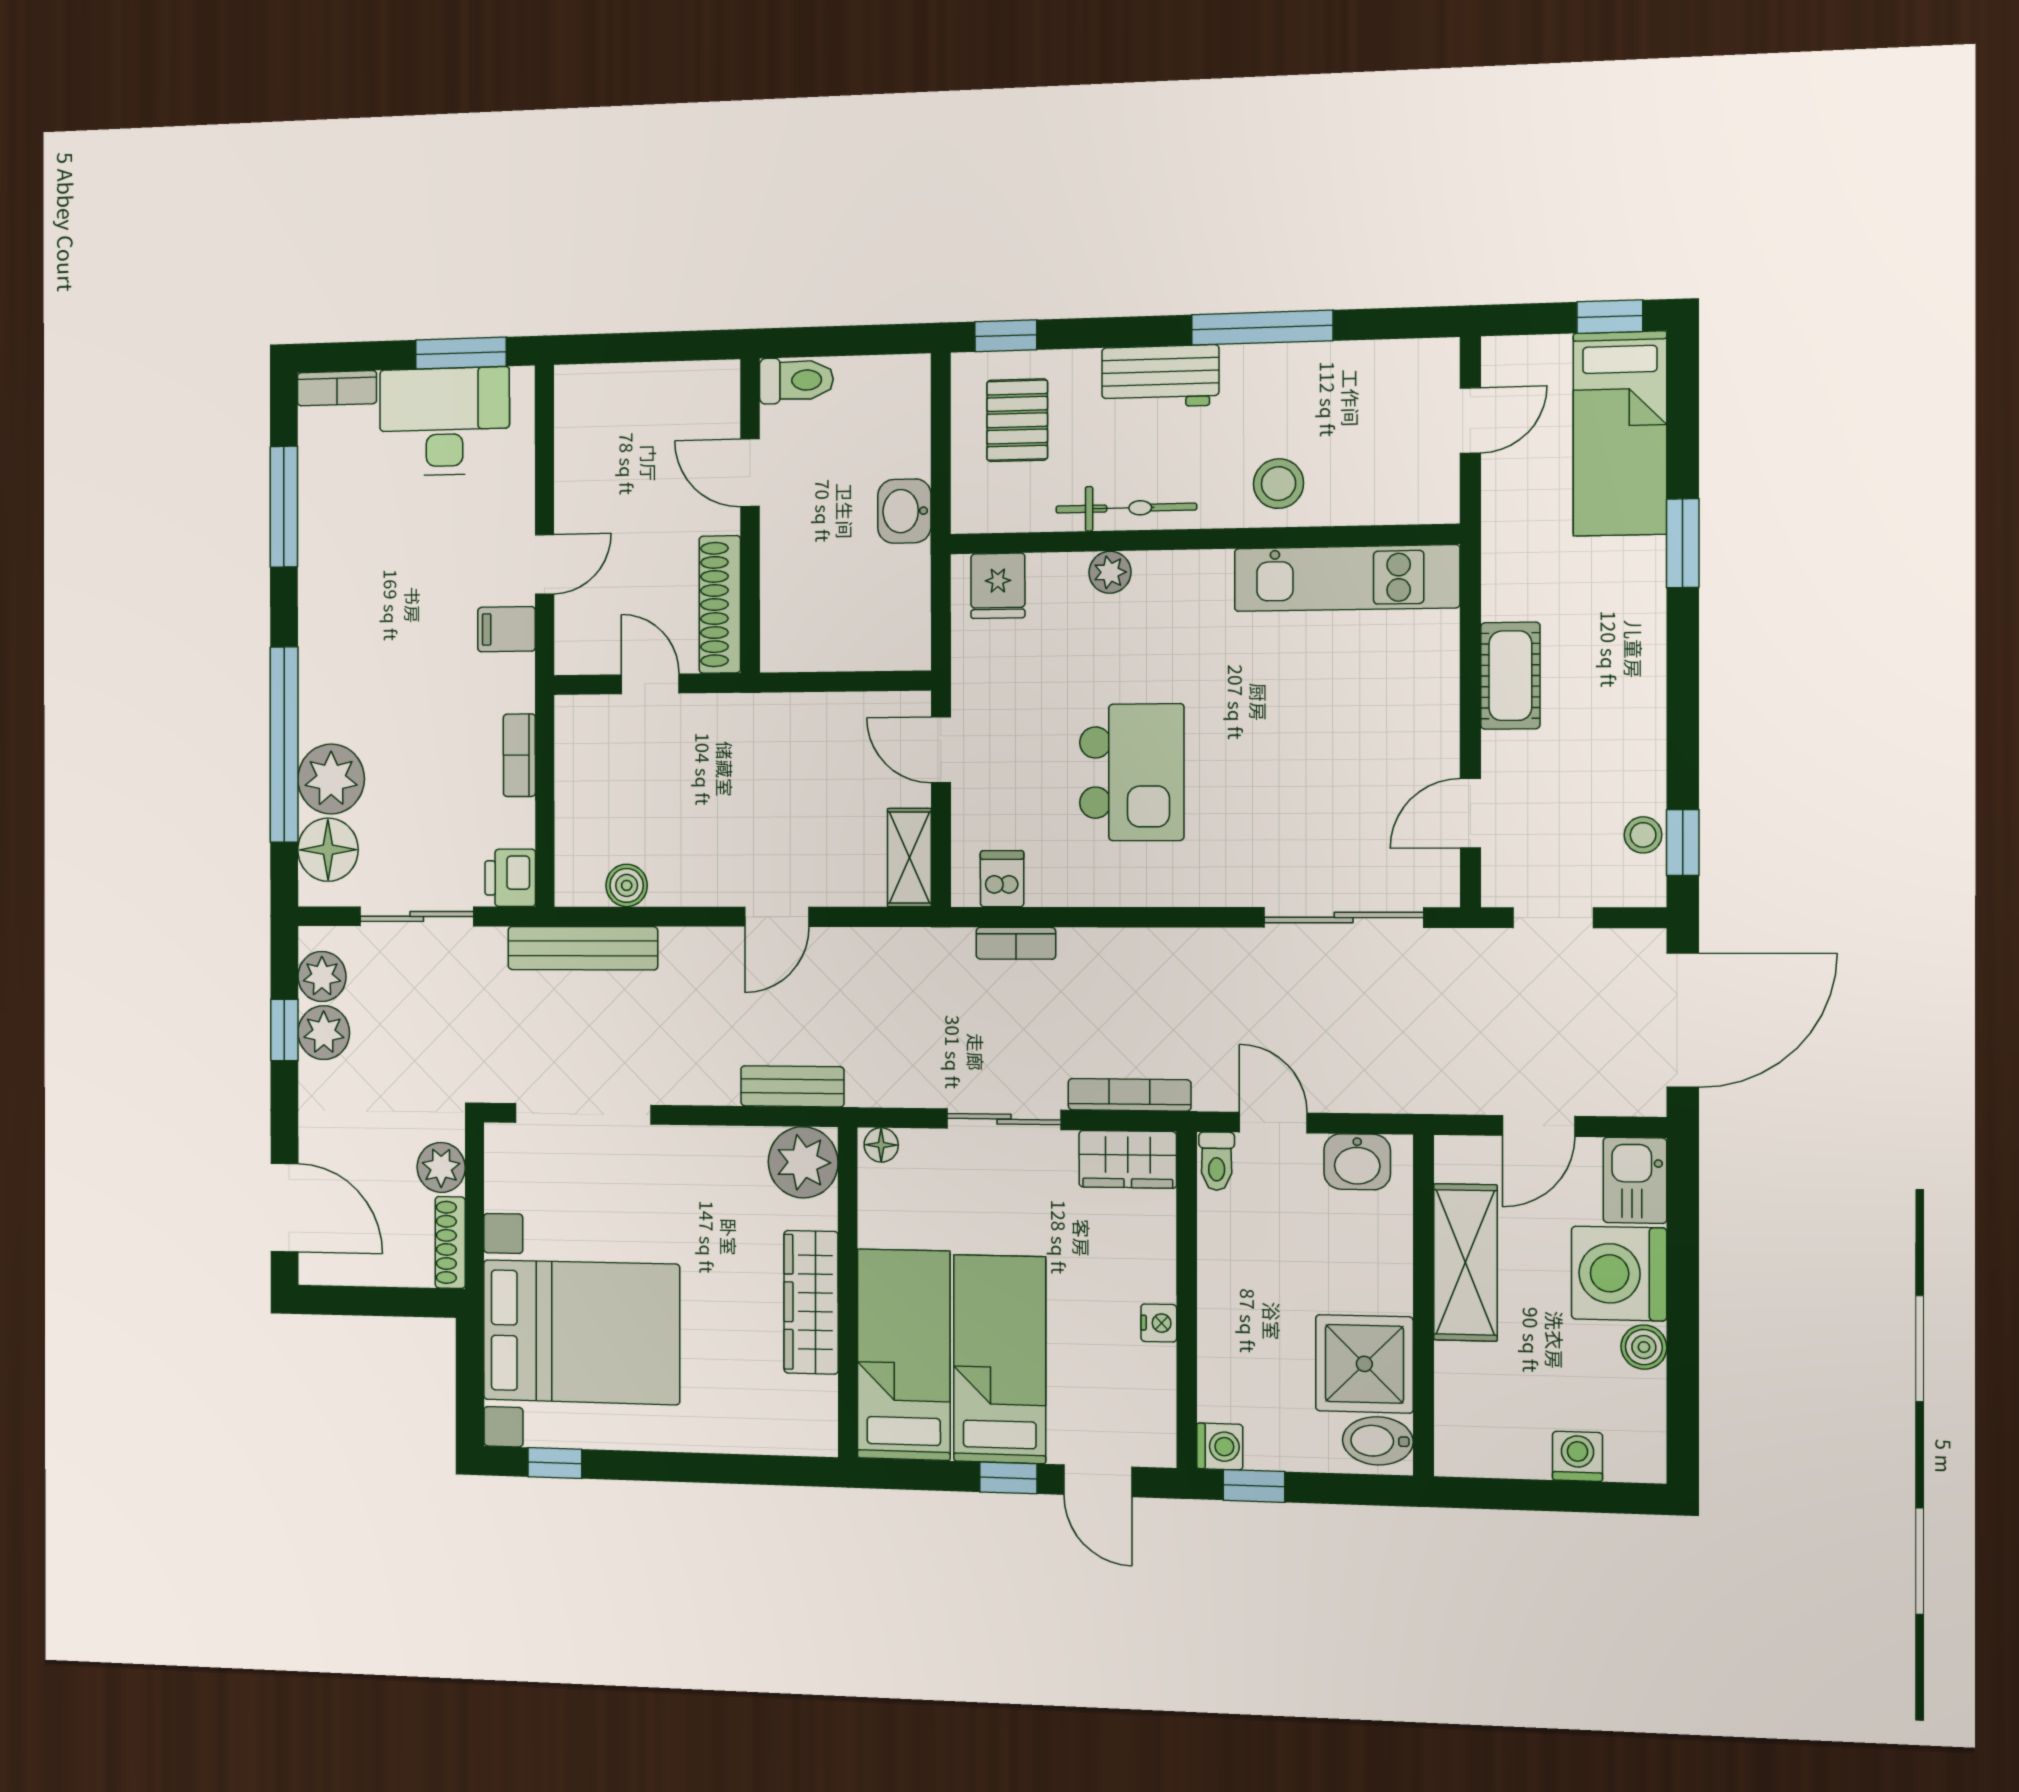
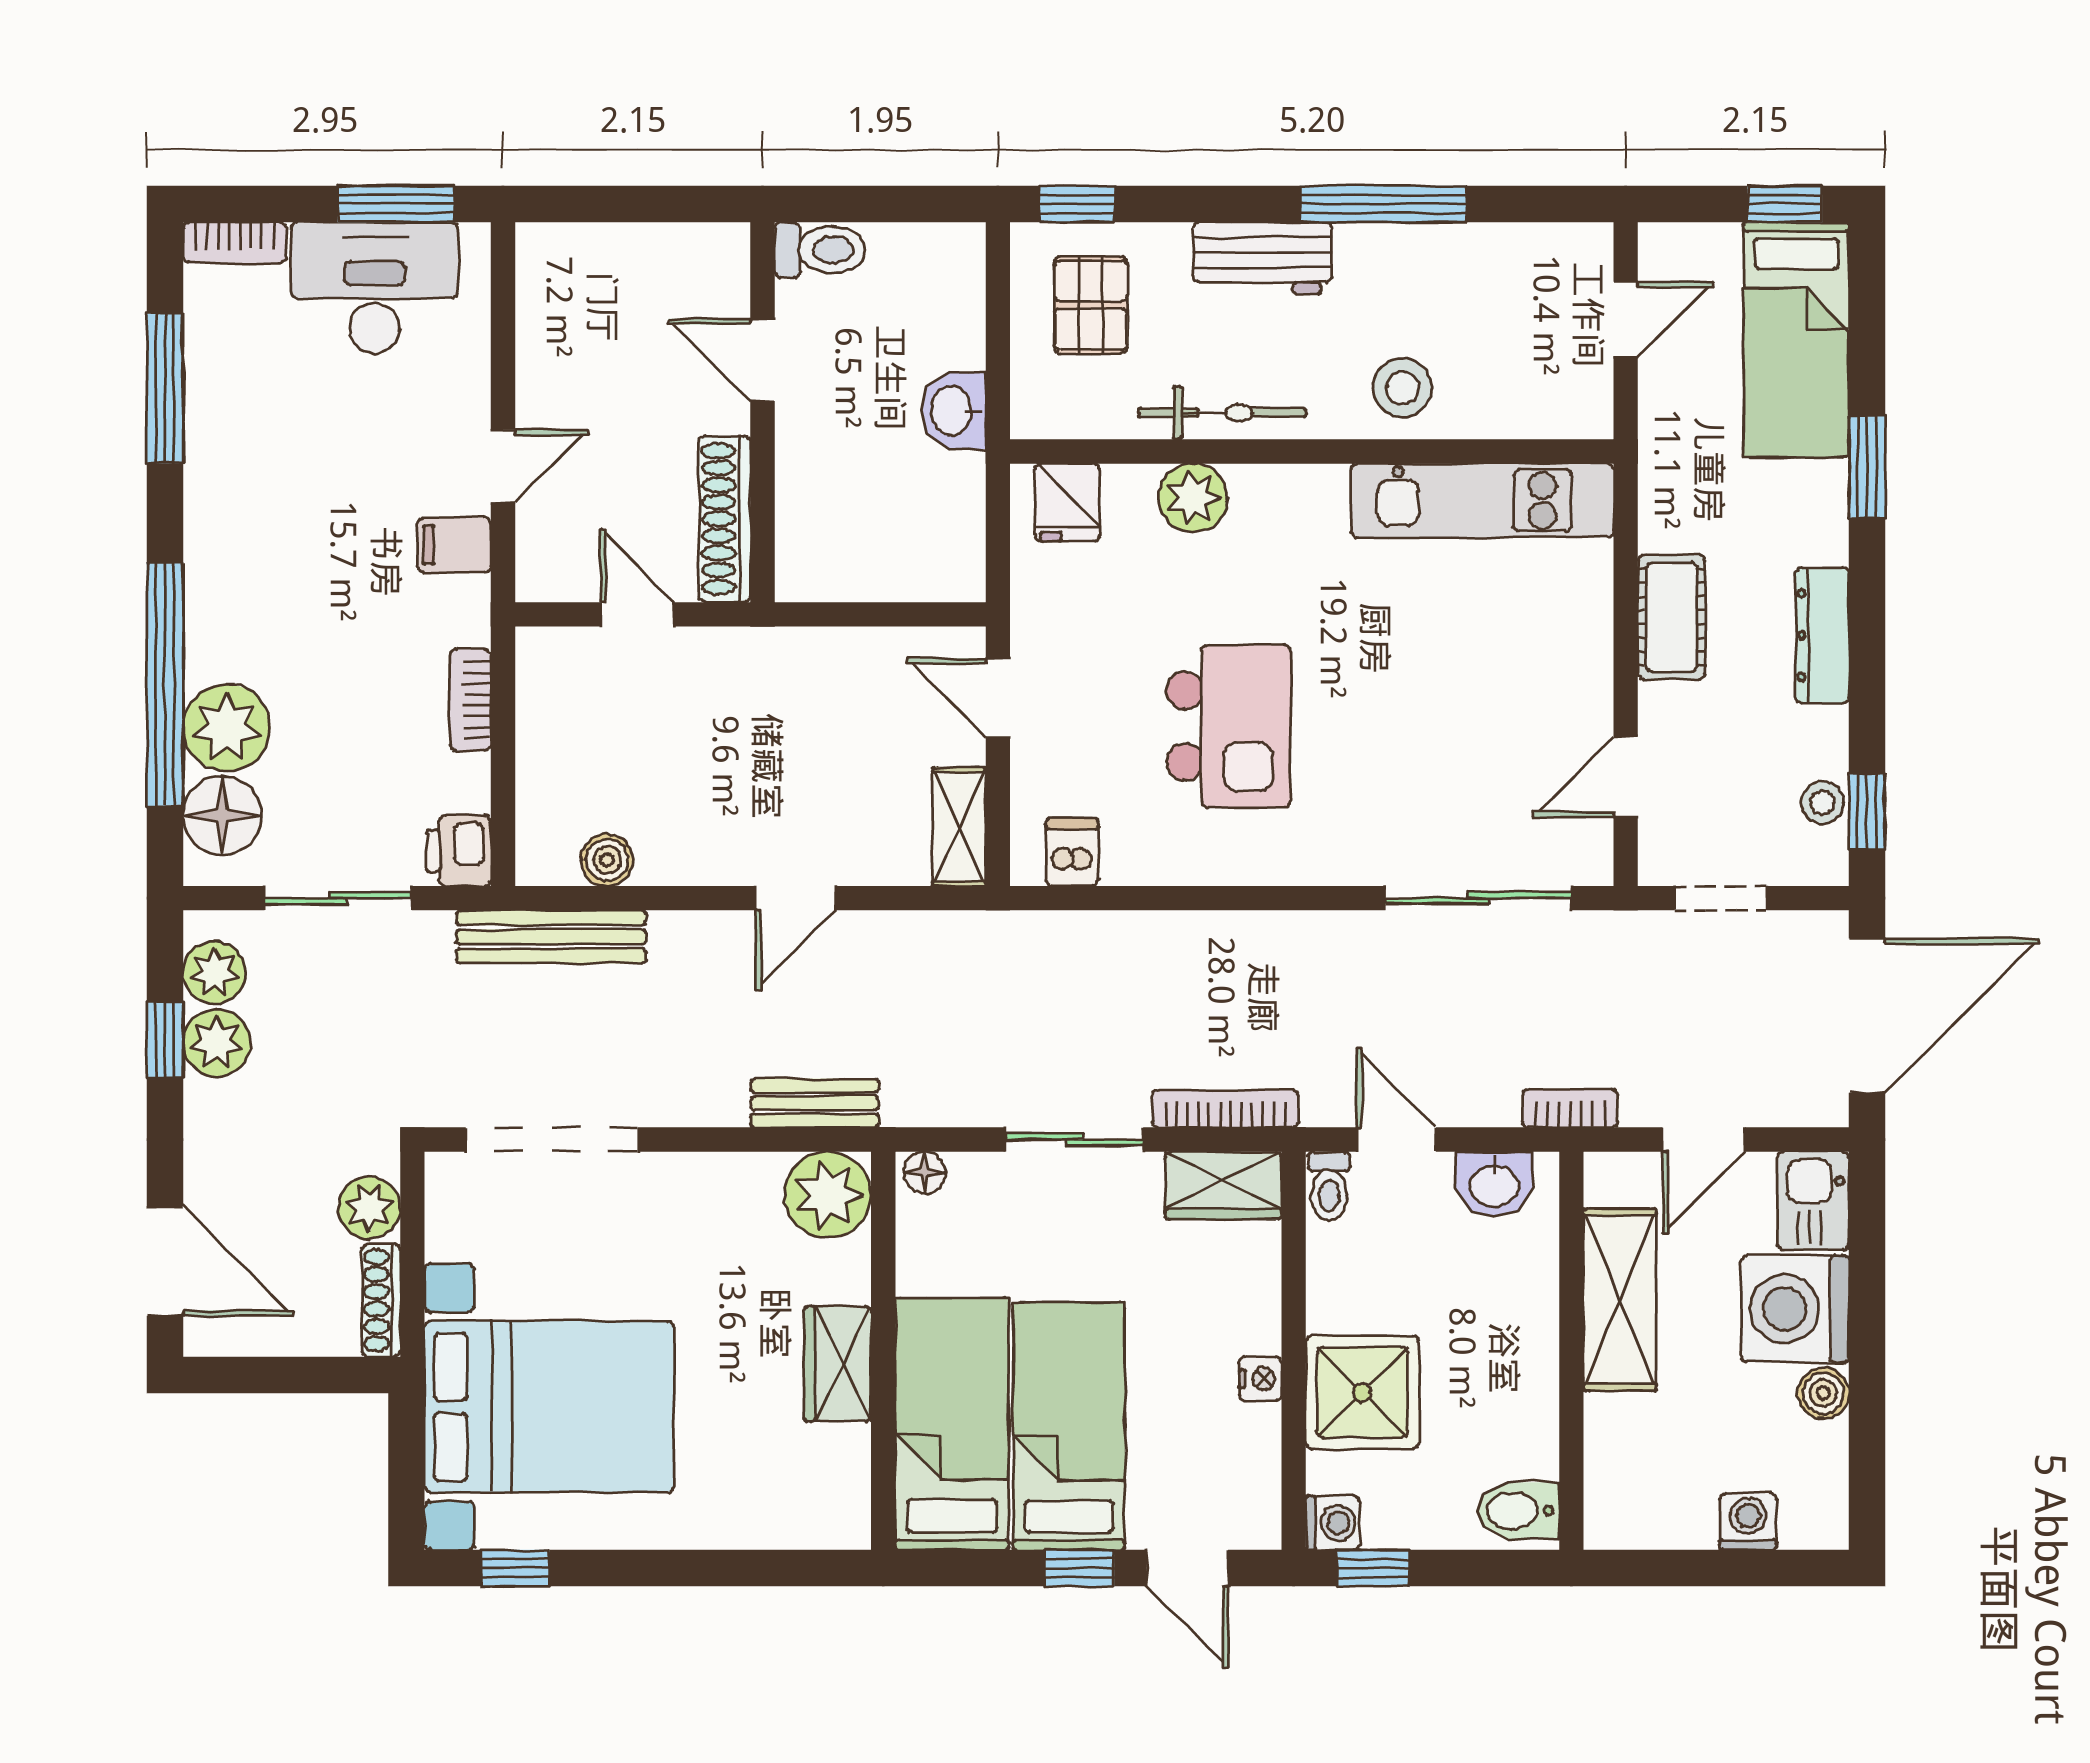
plant: (1110, 572) -> (1193, 498), width x1.38, depth x1.38
dresser: (1643, 690) -> (1822, 635), added
bookcase: (1016, 943) -> (1570, 1108), moved, turned 180
wardrobe: (811, 1302) -> (838, 1364), width x0.67
shower: (1364, 1364) -> (1362, 1392), moved

